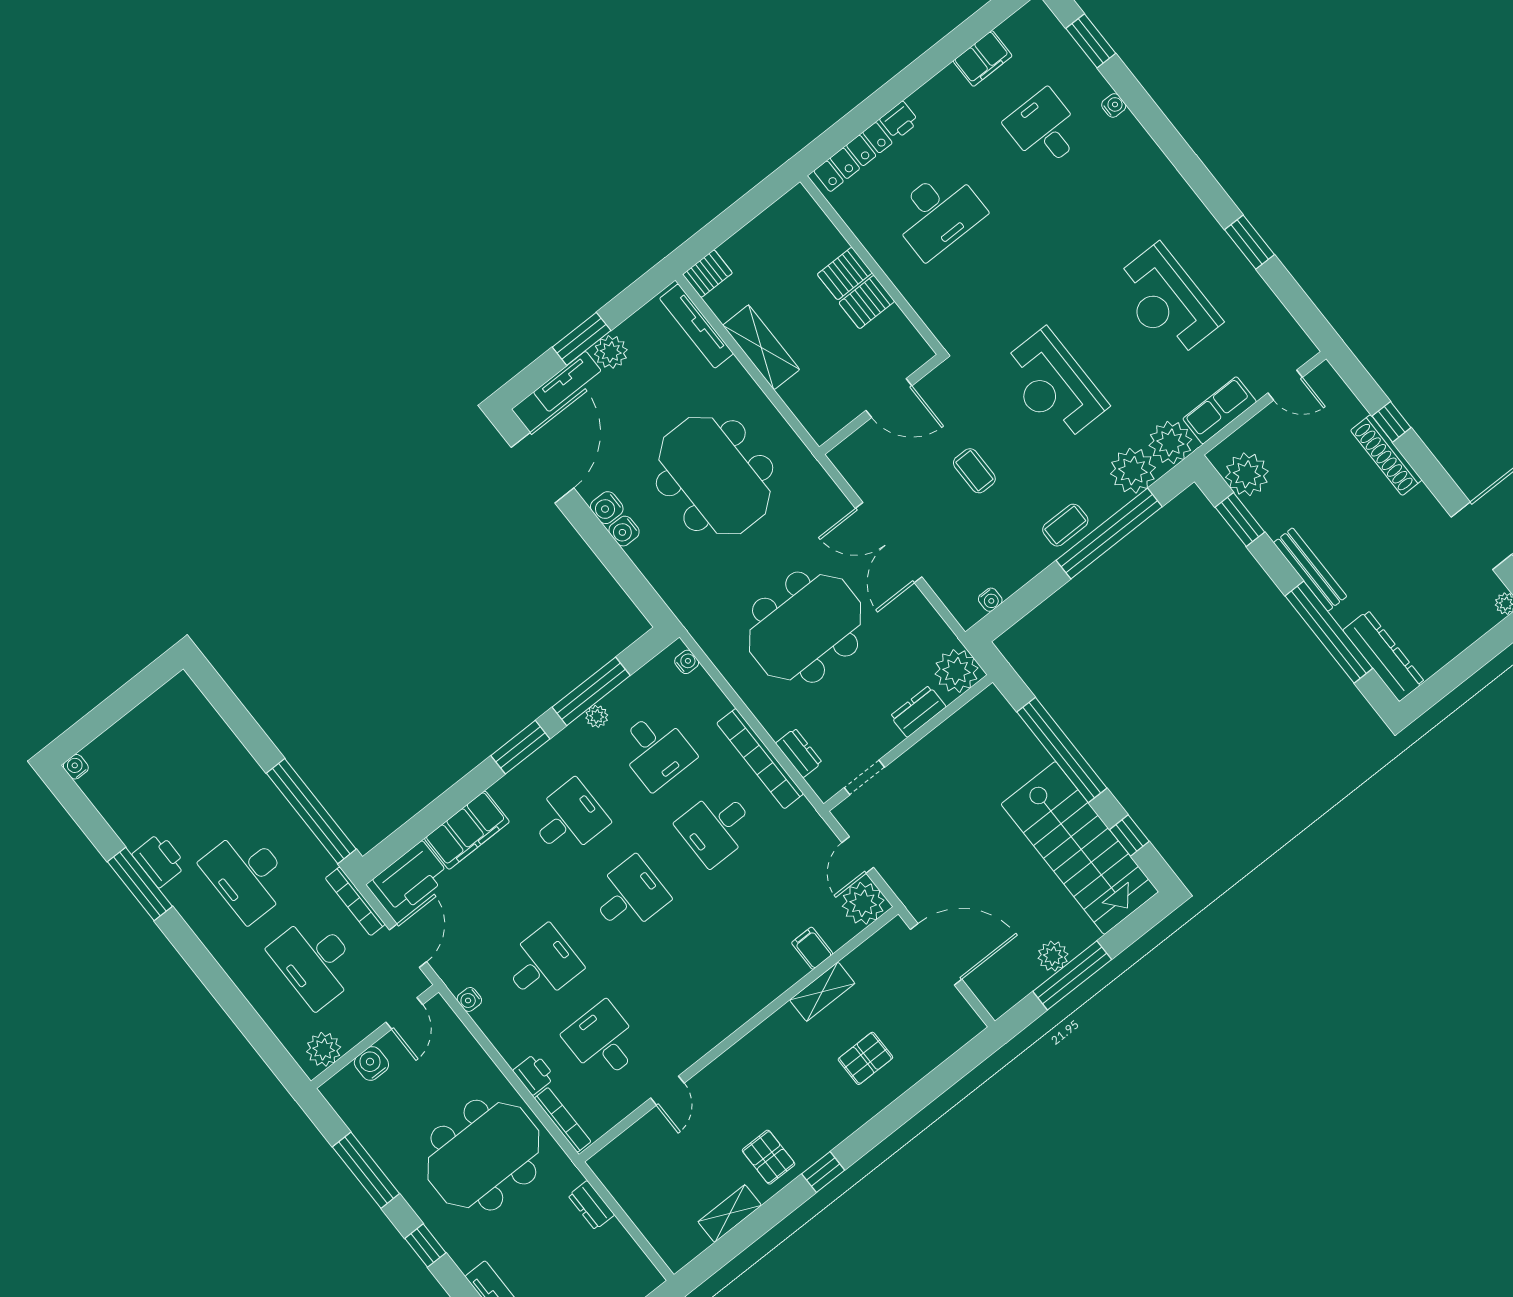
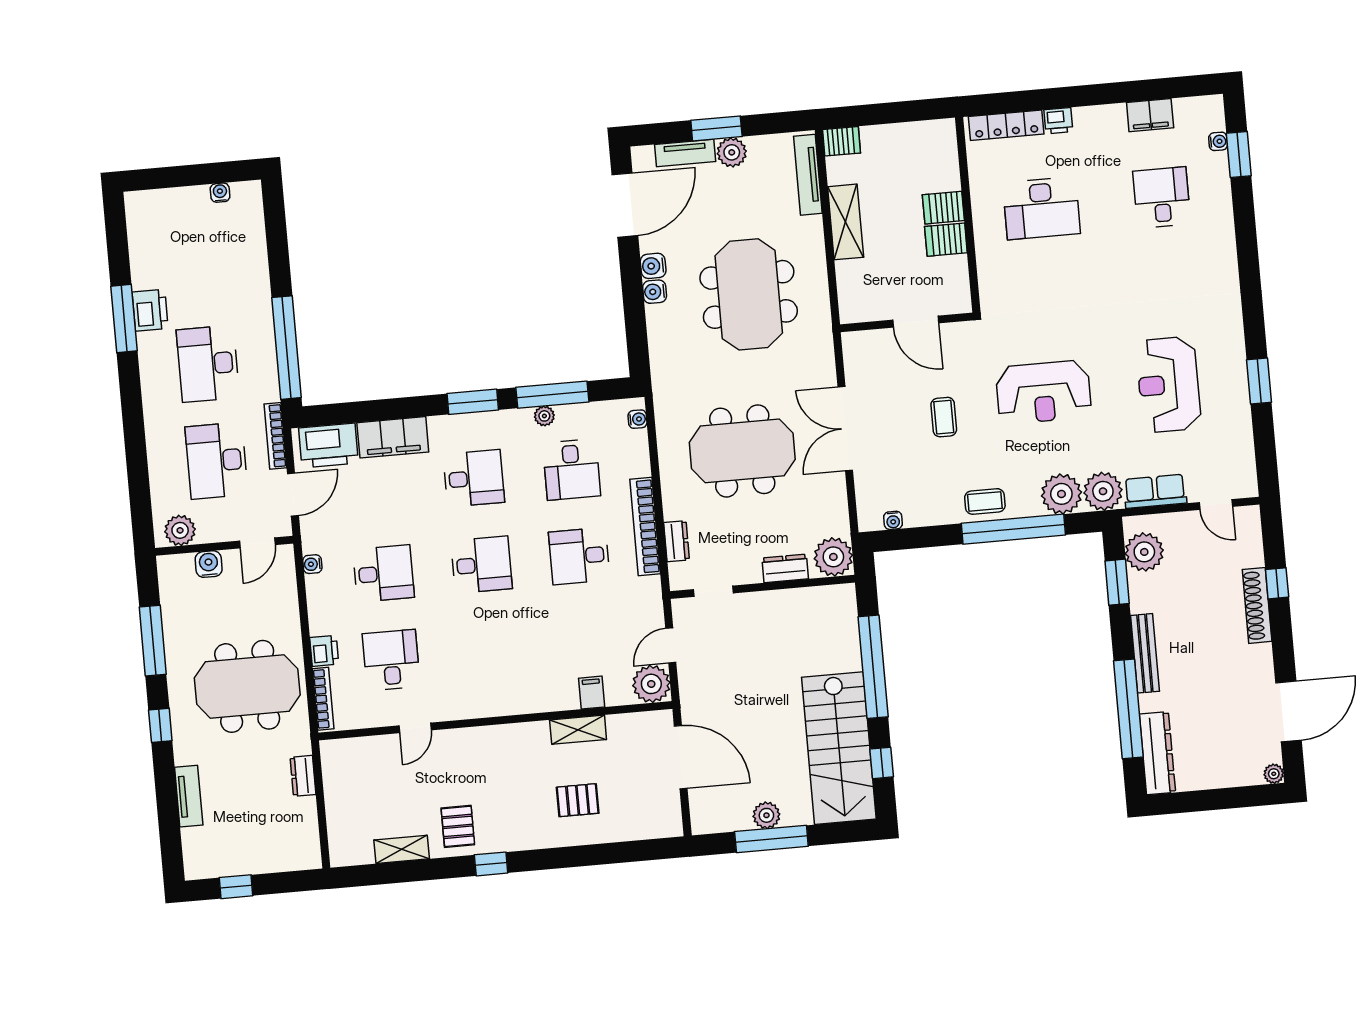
water cooler: (1114, 105) -> (1218, 141), moved
reception desk: (1053, 386) -> (1044, 392), turned -90
water cooler: (76, 767) -> (220, 193), moved

